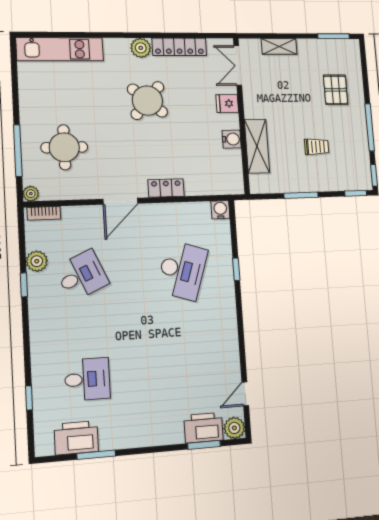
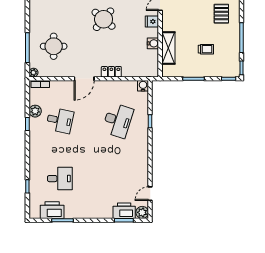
desk: (82, 275) -> (60, 120), turned 36

